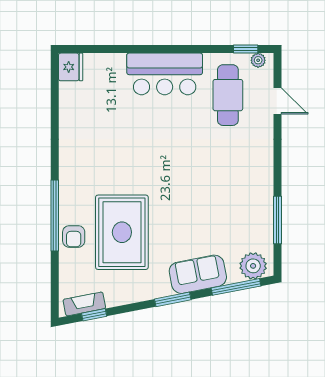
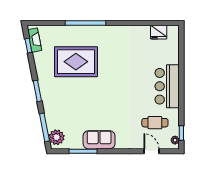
fridge: (71, 67) -> (159, 32), moved
cafe table: (228, 95) -> (155, 123), width x0.73, depth x0.74
door: (277, 101) -> (152, 151), swing flipped
armchair: (74, 236) -> (74, 34), removed
sofa: (198, 274) -> (99, 140), moved, turned -79

